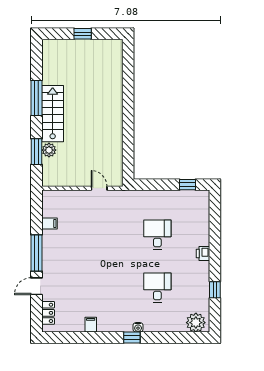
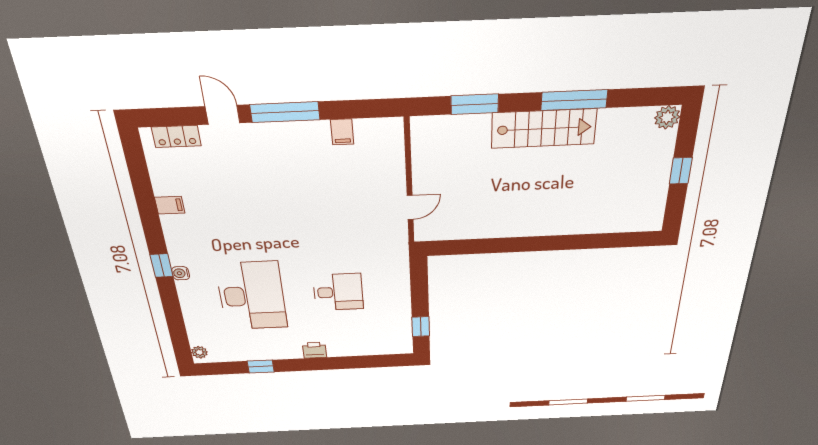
plant: (49, 150) -> (667, 117), moved
desk: (157, 288) -> (252, 296), width x1.87, depth x1.30
plant: (196, 323) -> (199, 352), width x0.53, depth x0.53

